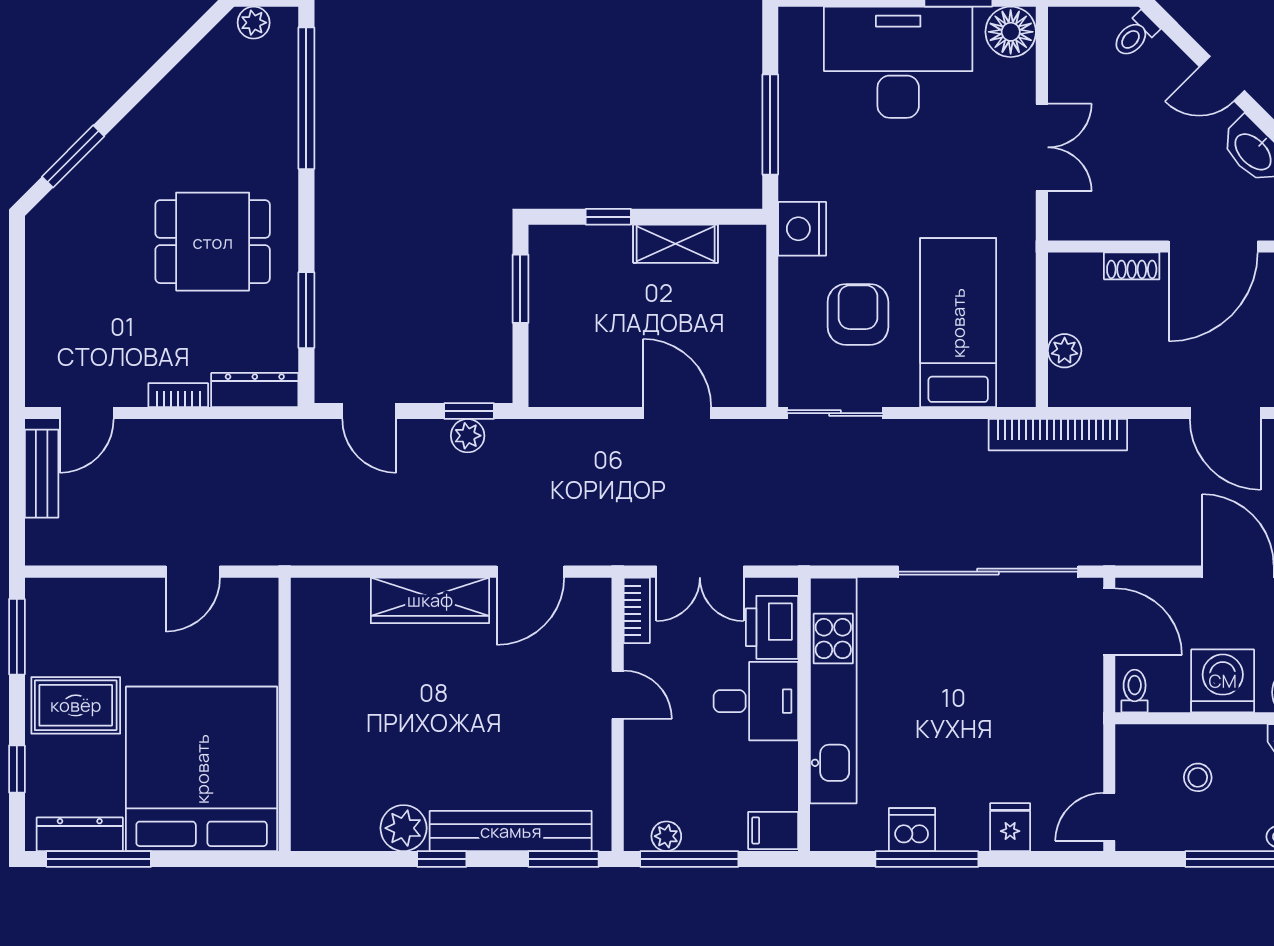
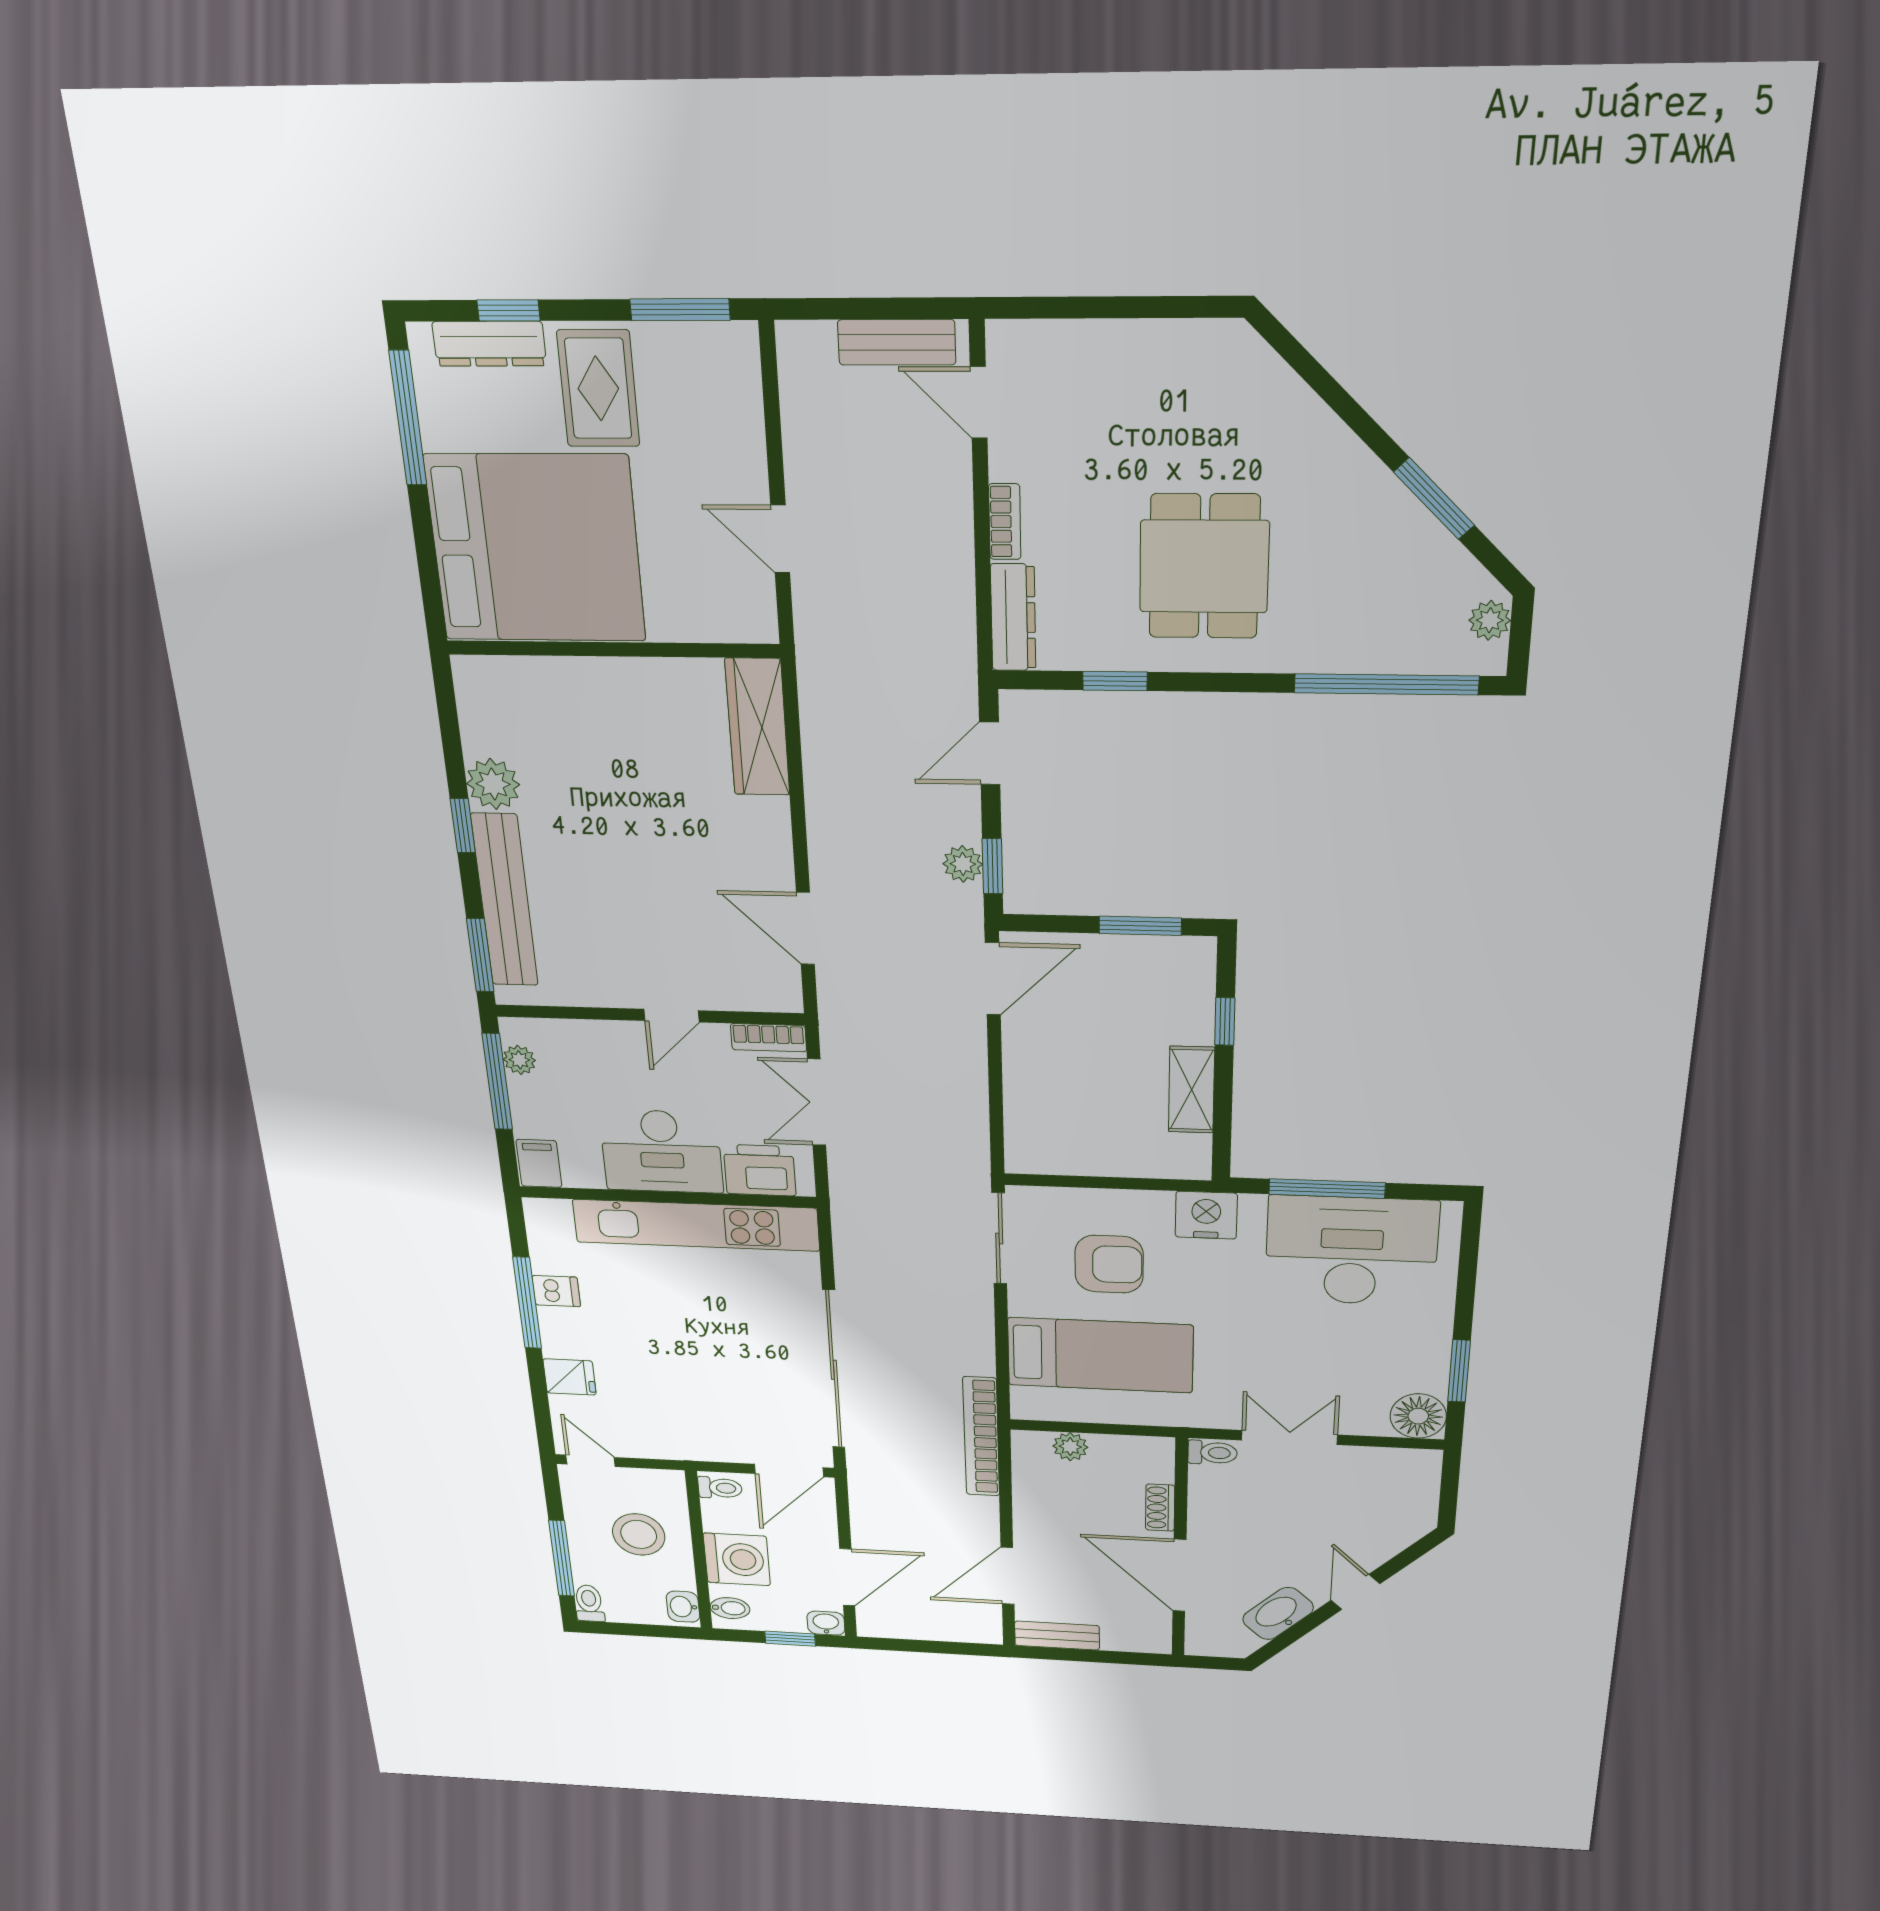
toilet: (1135, 35) -> (1212, 1453), moved, turned 135
desk: (898, 62) -> (1351, 1251), moved, turned -90
double door: (1042, 147) -> (1289, 1437), swing flipped
window: (73, 156) -> (1434, 499), moved
window: (306, 310) -> (1115, 681), width x0.67
door: (677, 413) -> (993, 979), moved
wardrobe: (430, 600) -> (757, 727), moved
desk: (756, 701) -> (661, 1151), width x1.37
stool: (1198, 777) -> (639, 1534), width x1.89, depth x1.89
dishwasher: (912, 830) -> (556, 1291), width x0.73
dresser: (80, 834) -> (489, 344), moved, turned 90

